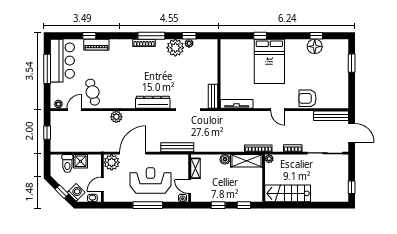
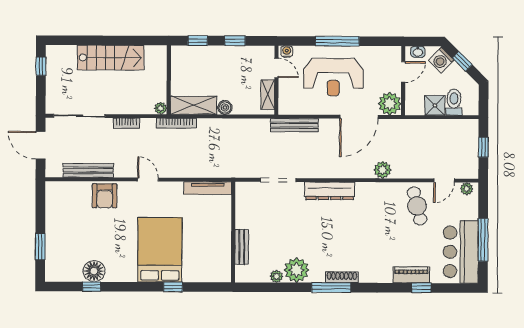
window: (189, 36) -> (276, 287), removed
bench: (213, 96) -> (242, 247), moved
armchair: (307, 98) -> (105, 196), turned 90
bench: (331, 116) -> (88, 170), moved
stairs: (288, 193) -> (111, 58), moved

